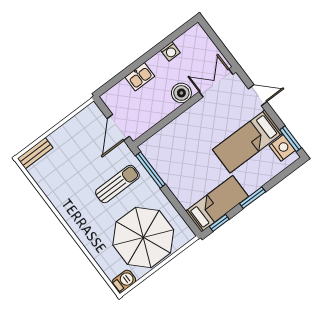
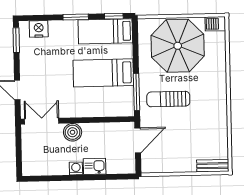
washing machine: (170, 51) -> (76, 168), moved
double door: (216, 83) -> (42, 121), swing flipped
bed: (247, 141) -> (103, 73), moved, turned 180
nightstand: (282, 148) -> (39, 29), moved, turned 90

